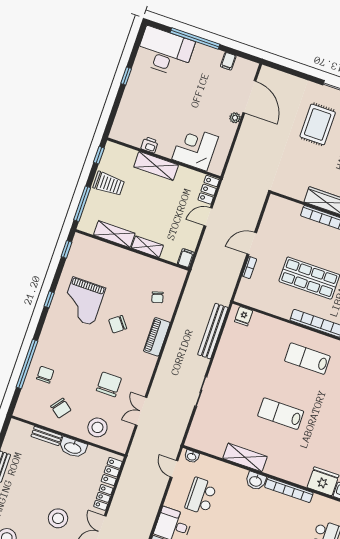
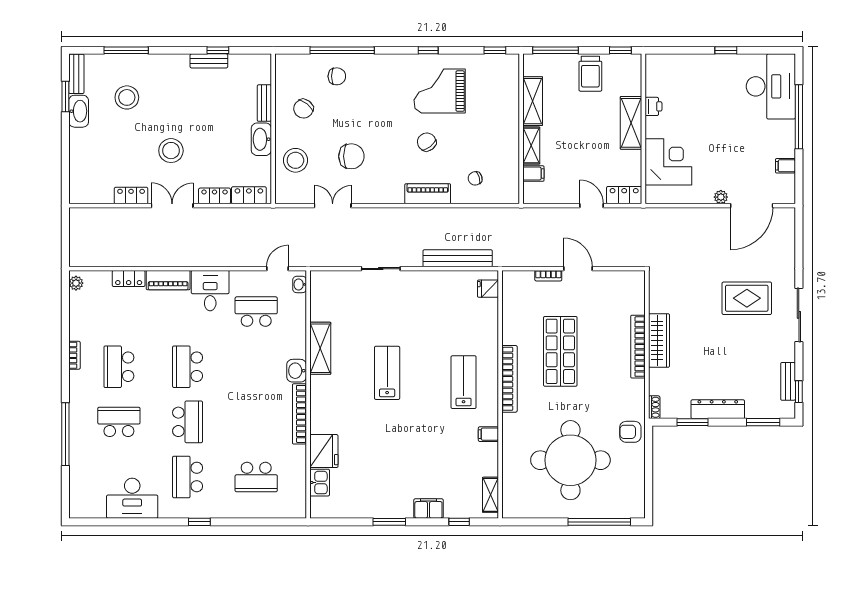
filing cabinet: (186, 258) -> (533, 174), moved

